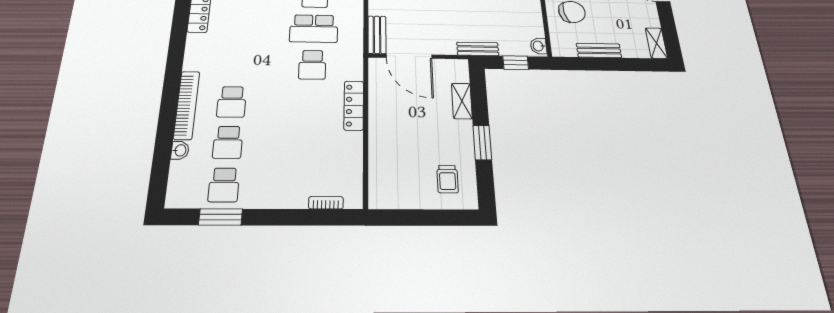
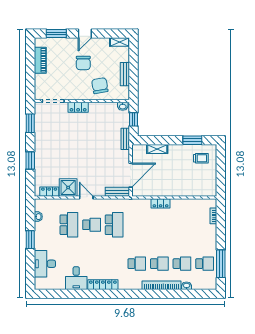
school desk: (312, 65) -> (137, 264), moved
locker: (354, 105) -> (161, 203), width x0.66
window: (482, 143) -> (192, 140), moved
window: (221, 217) -> (221, 264), width x1.44

